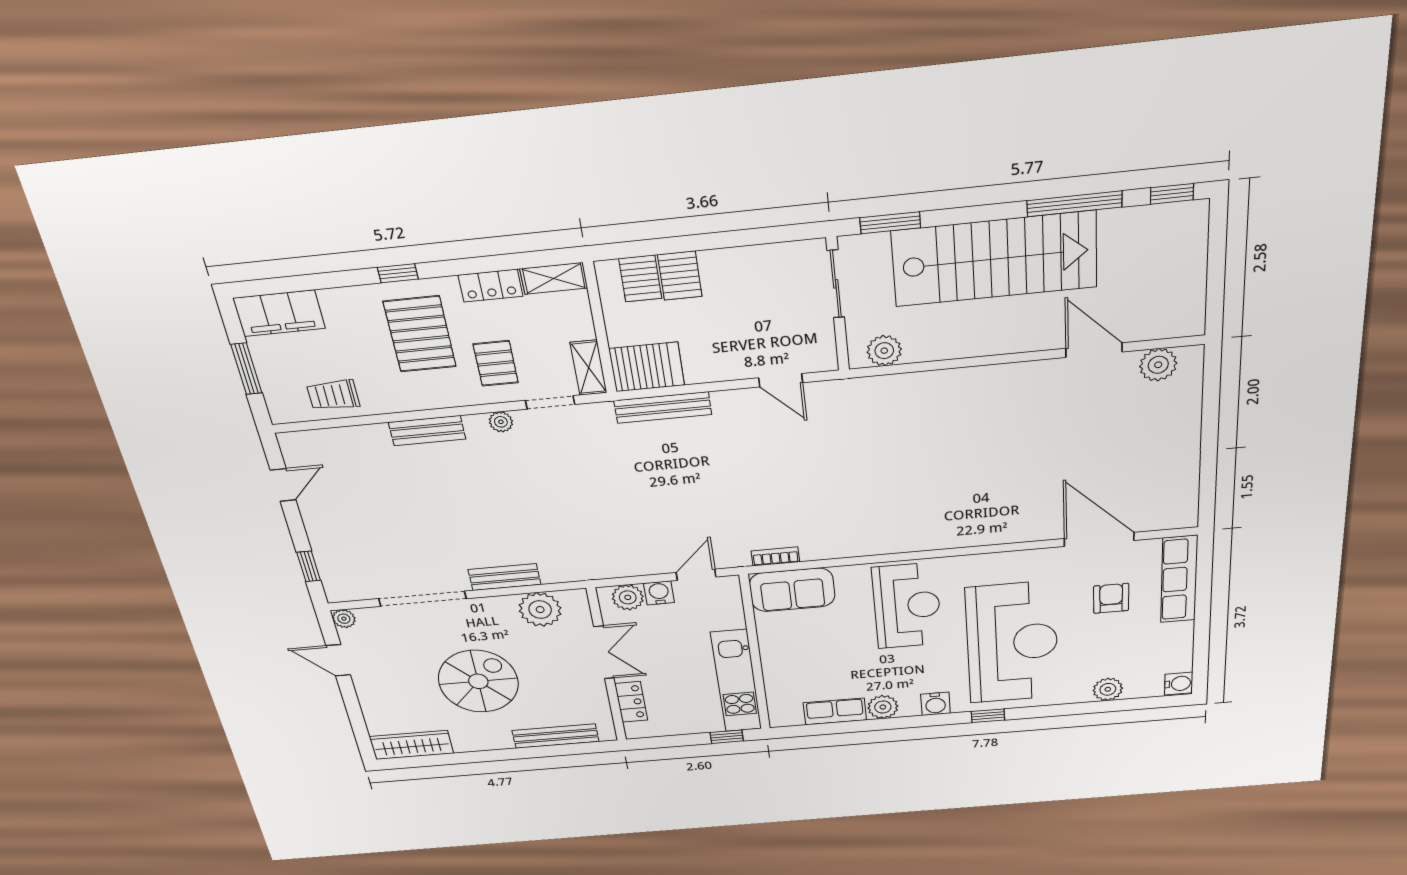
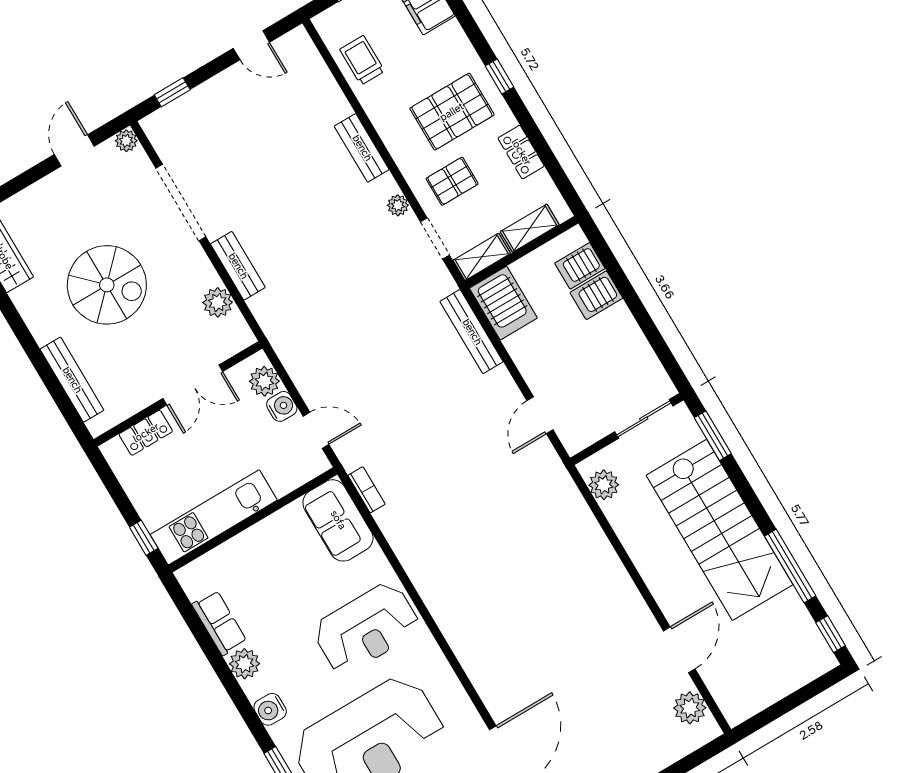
shelving: (554, 278) -> (530, 228), moved, turned 90
plant: (540, 610) -> (218, 302), width x0.73, depth x0.73

